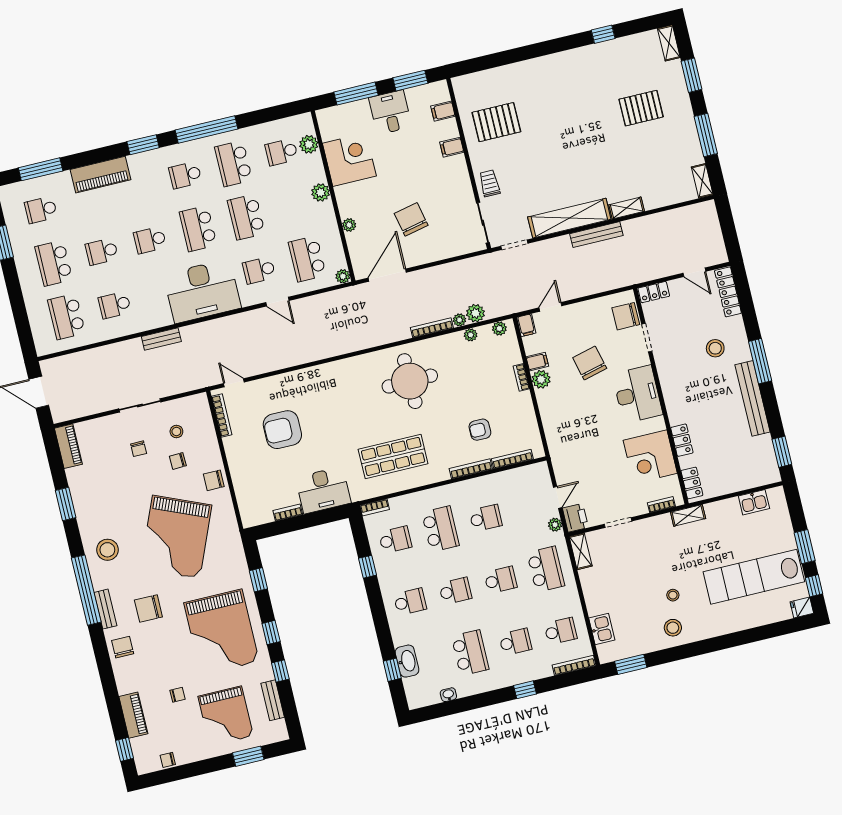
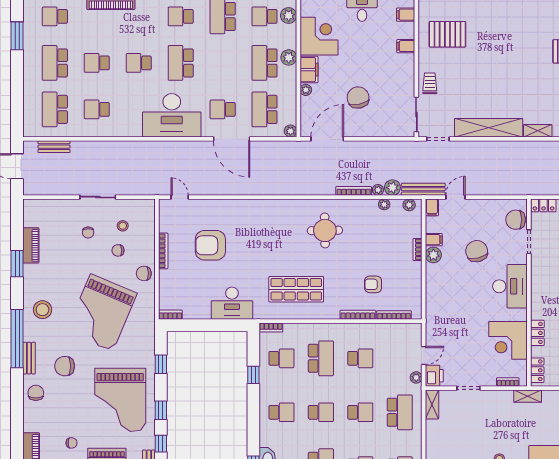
filing cabinet: (347, 201) -> (309, 70), added
school desk: (246, 217) -> (265, 63), moved
bench: (596, 235) -> (423, 189), moved
door: (277, 302) -> (232, 139), width x1.88
bench: (161, 339) -> (54, 147), moved
round table: (410, 381) -> (325, 230), width x0.73, depth x0.73
bookcase: (222, 416) -> (163, 251), moved
piano: (68, 446) -> (31, 245), moved
bookcase: (288, 513) -> (170, 315), moved

